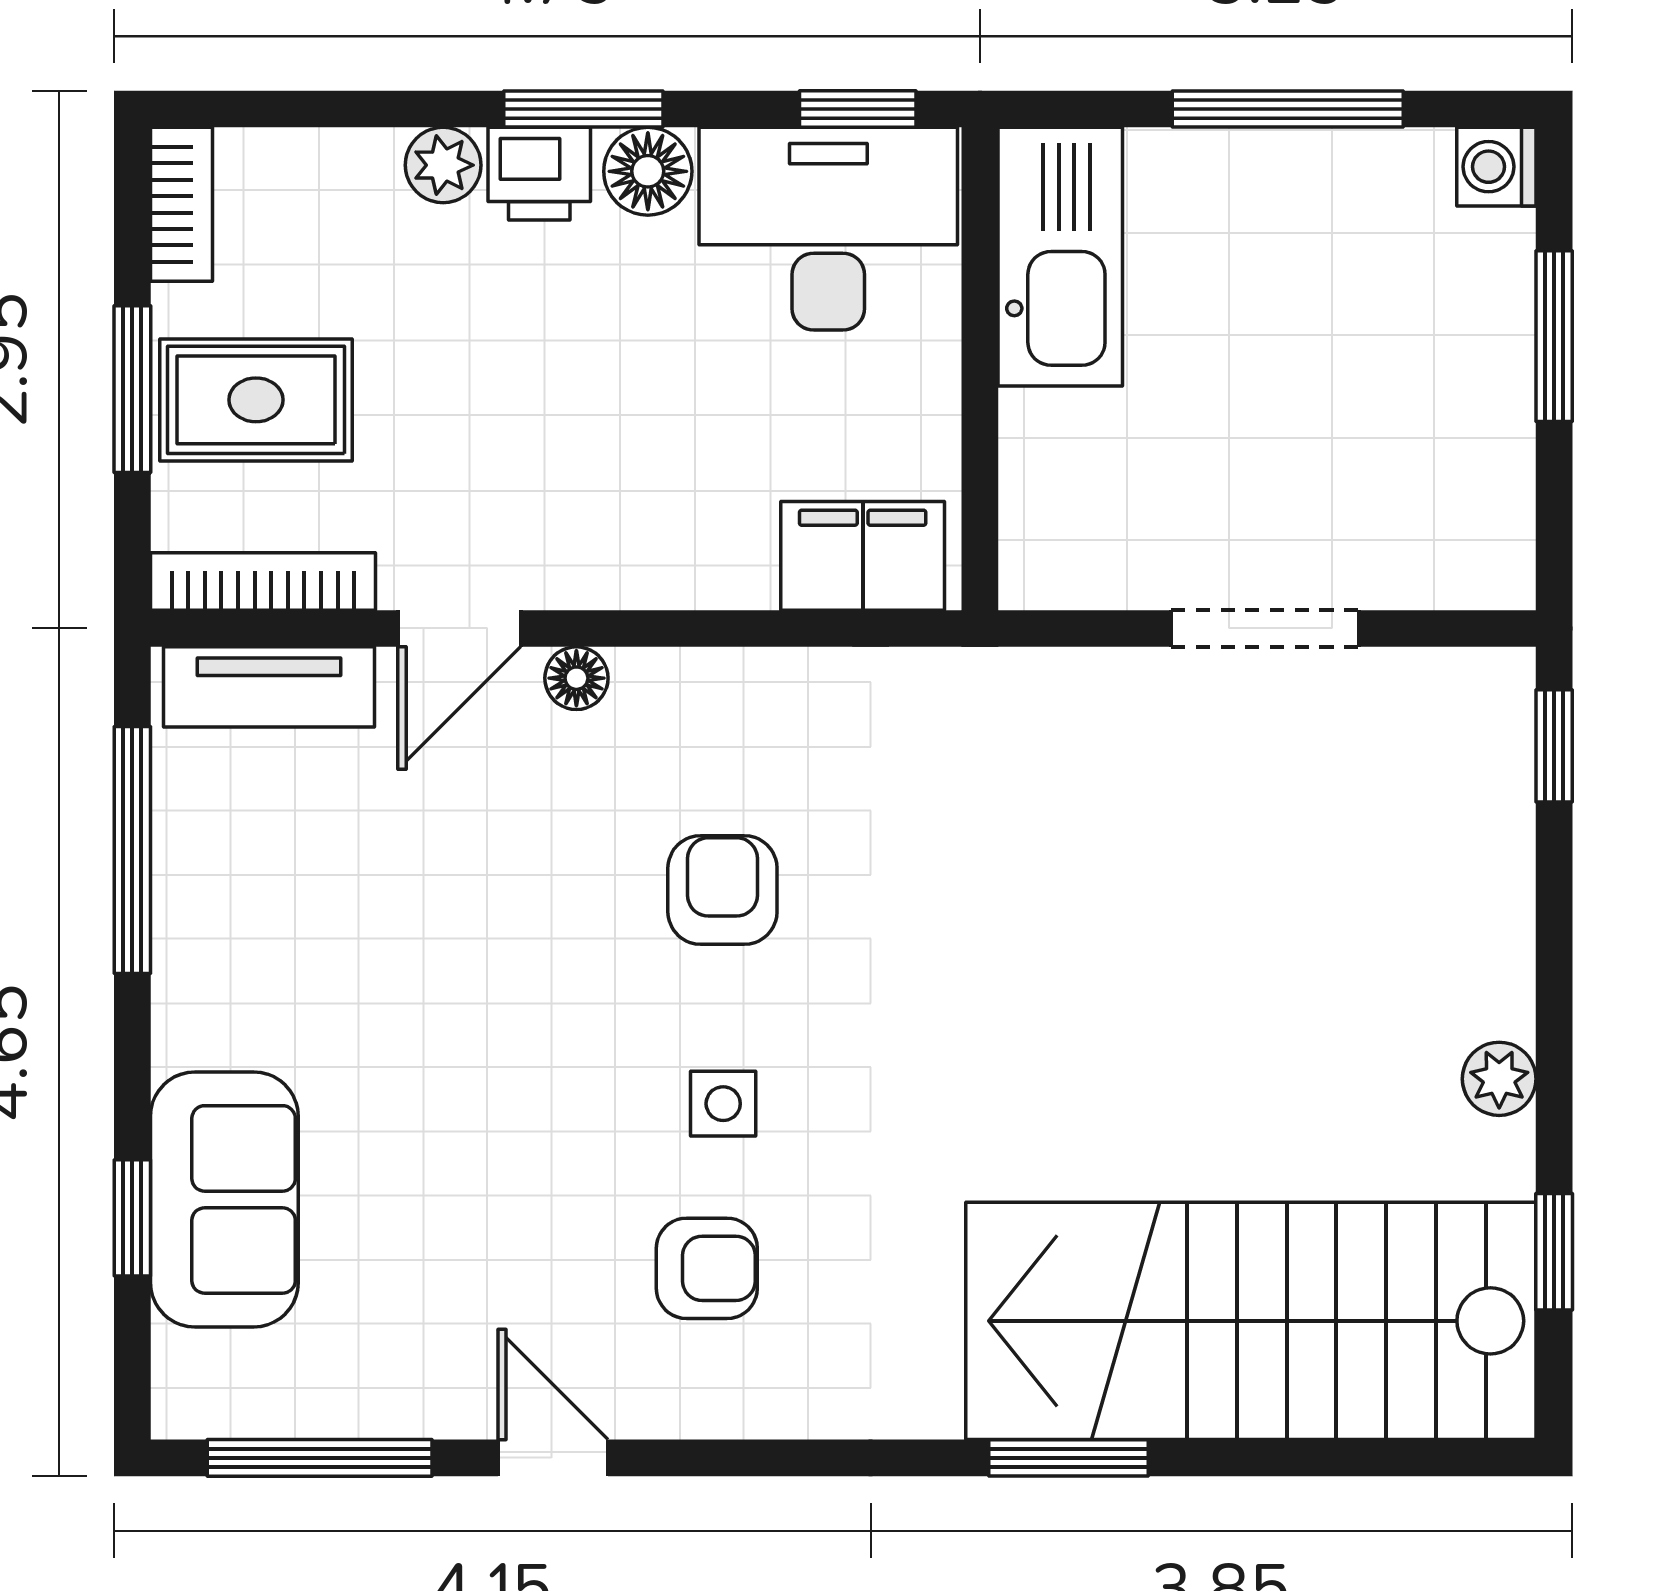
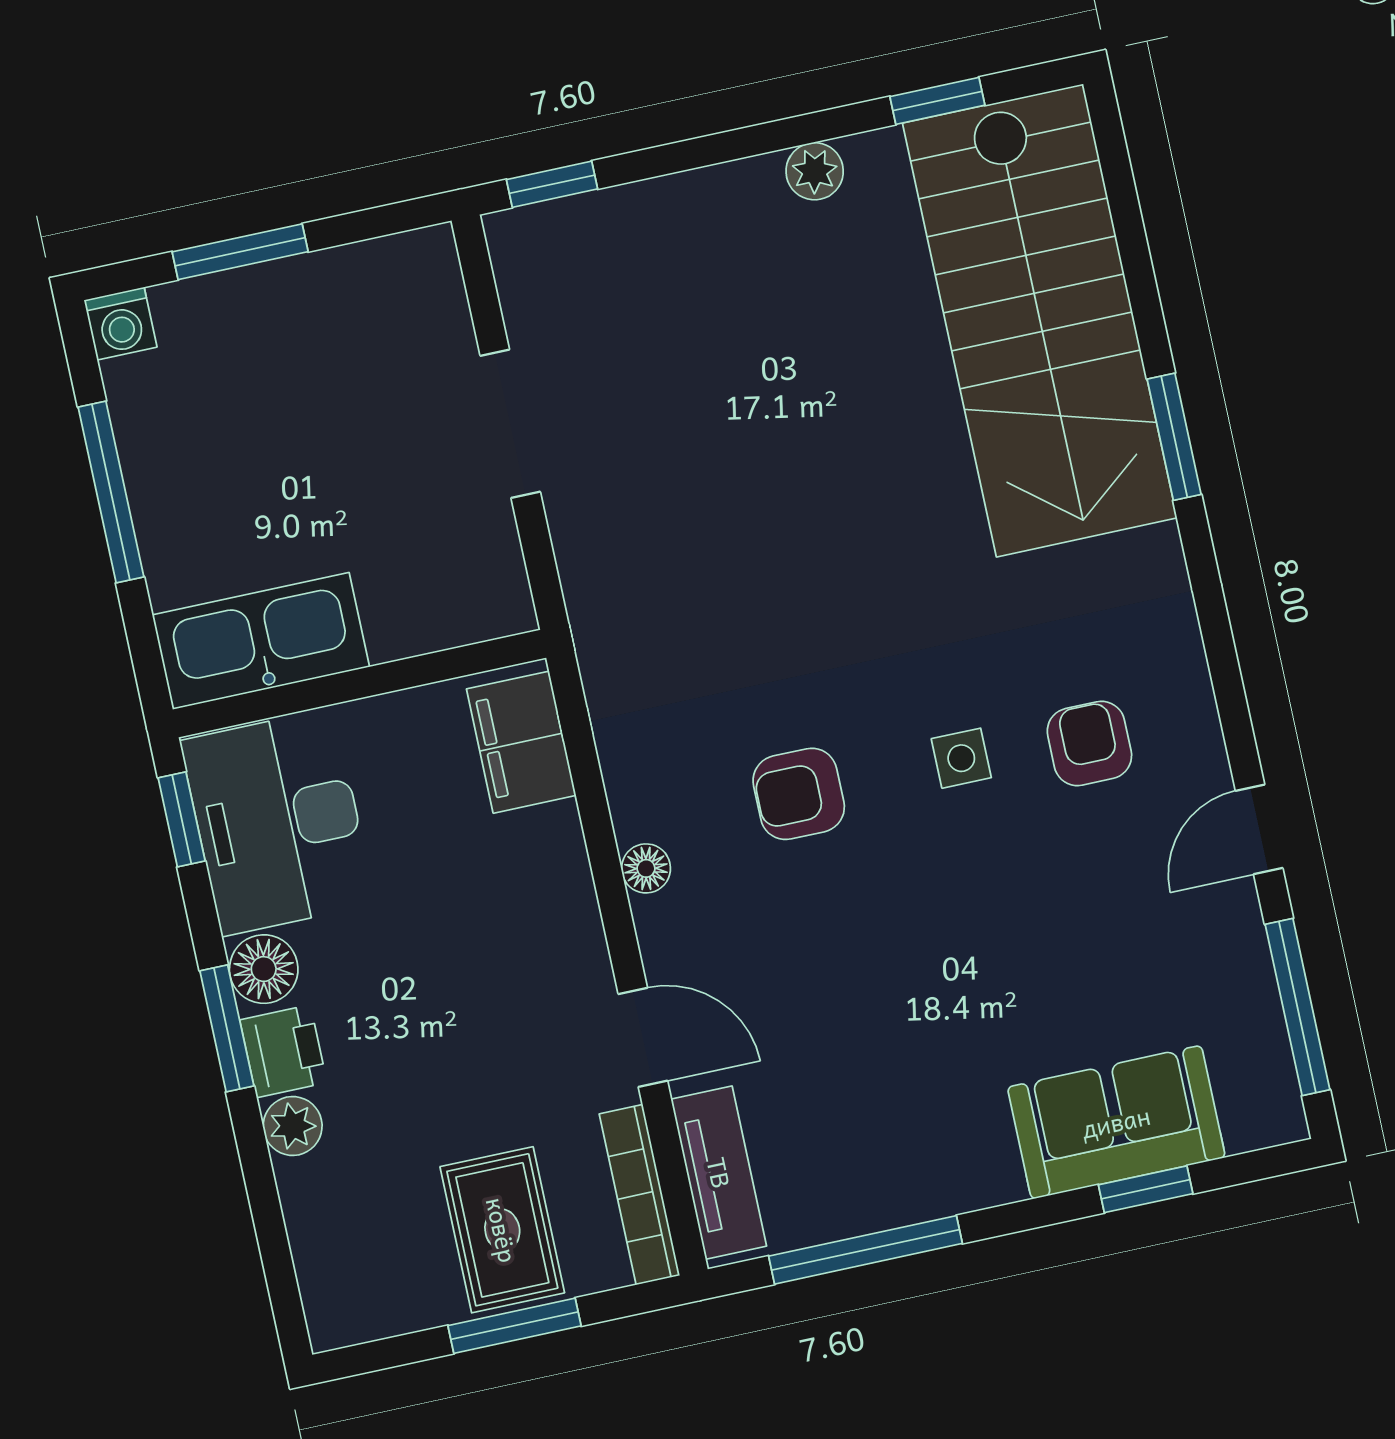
bookcase: (181, 204) -> (366, 1319), removed
floor lamp: (576, 678) -> (646, 868), moved

